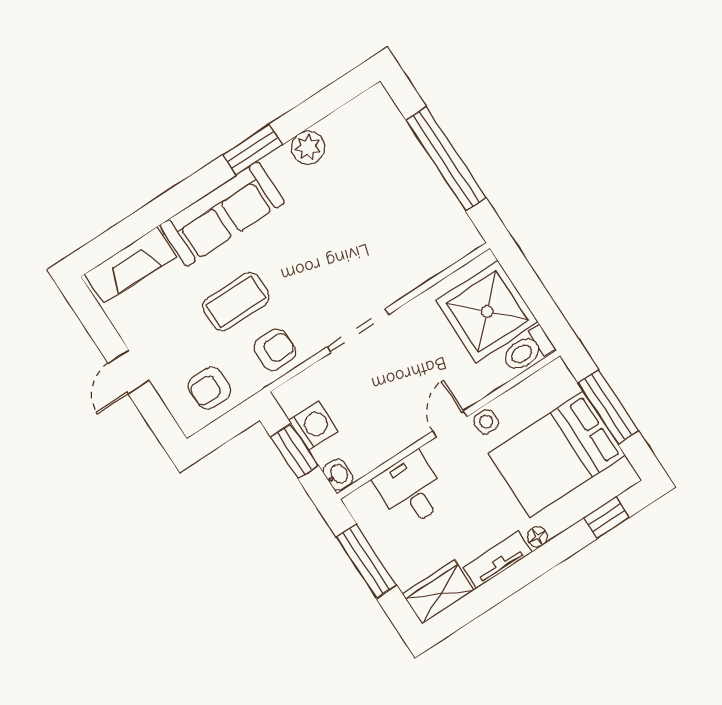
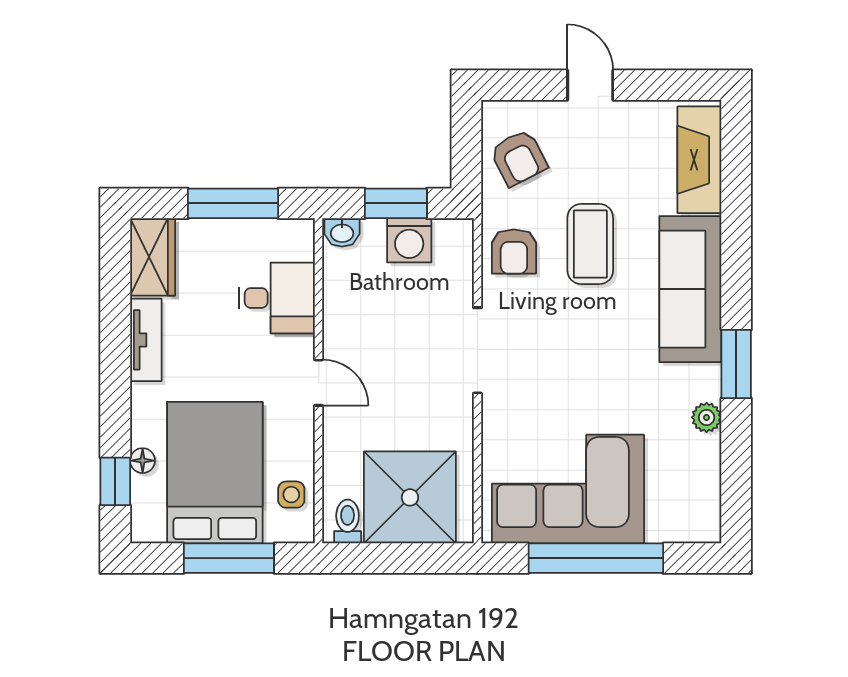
plant: (308, 147) -> (707, 417), width x0.73, depth x0.73
corner sofa: (412, 208) -> (568, 489), added
toilet: (527, 350) -> (348, 521), width x0.73, depth x0.72
armchair: (209, 388) -> (519, 158), turned 153
side table: (486, 422) -> (291, 495), moved
floor lamp: (537, 537) -> (143, 461), moved

